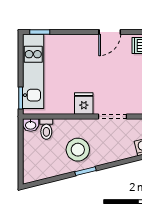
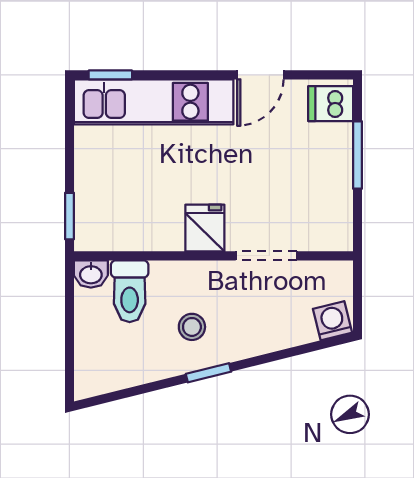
kitchen unit: (33, 71) -> (154, 102), moved, turned 90
toilet: (46, 129) -> (130, 291), width x1.37, depth x1.39
stool: (78, 150) -> (192, 327), width x0.53, depth x0.53

